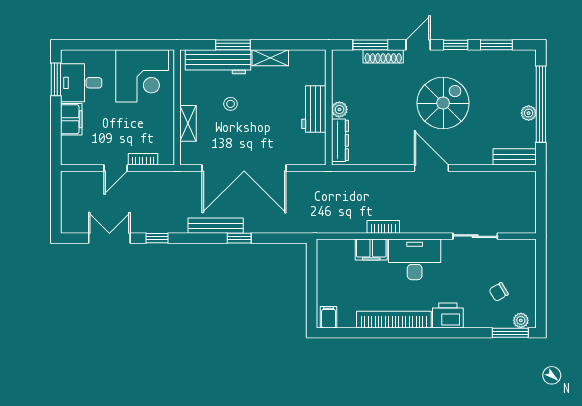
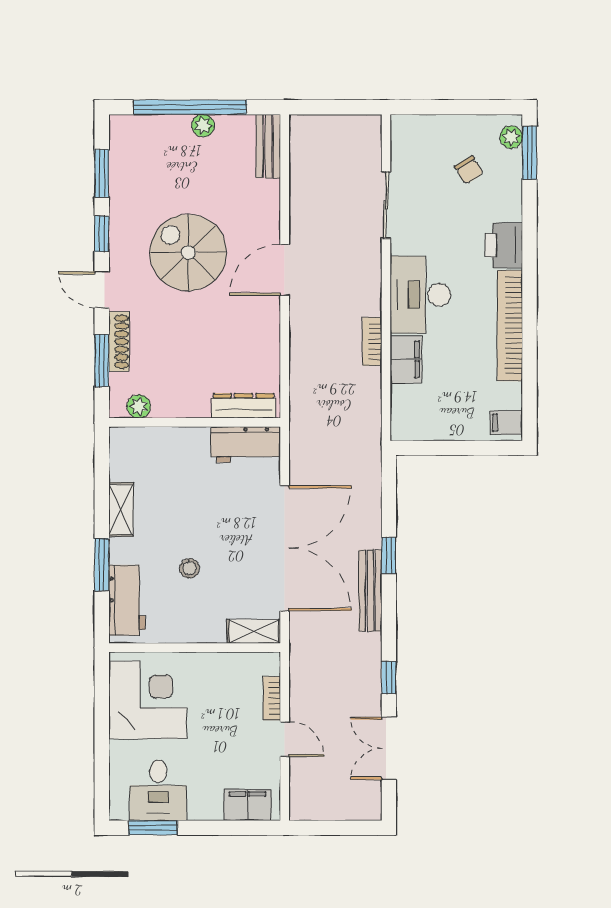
workbench: (218, 62) -> (127, 600), width x0.73
workbench: (314, 109) -> (246, 445), moved
plant: (339, 109) -> (139, 406), moved
filing cabinet: (71, 119) -> (247, 805), moved
shelving: (188, 123) -> (254, 631), moved

